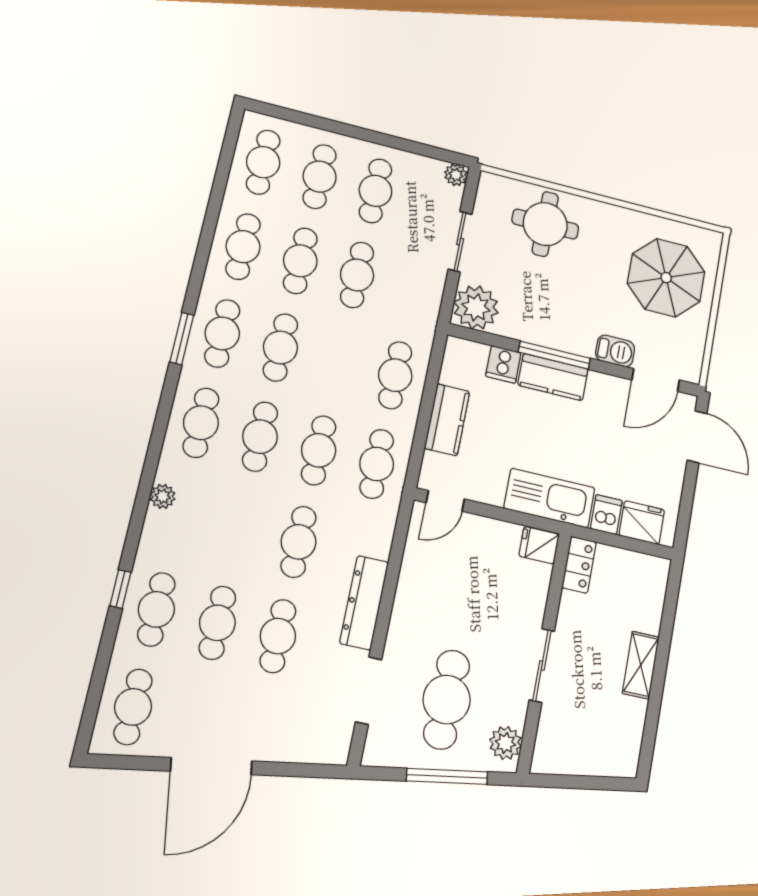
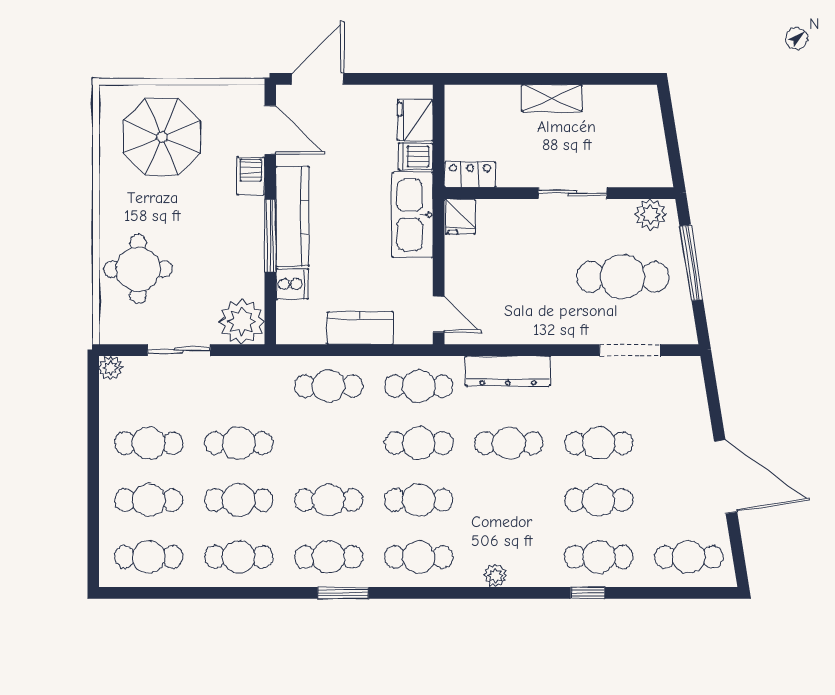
kitchen counter: (553, 377) -> (293, 216), width x1.50
dresser: (364, 603) -> (508, 371), moved

